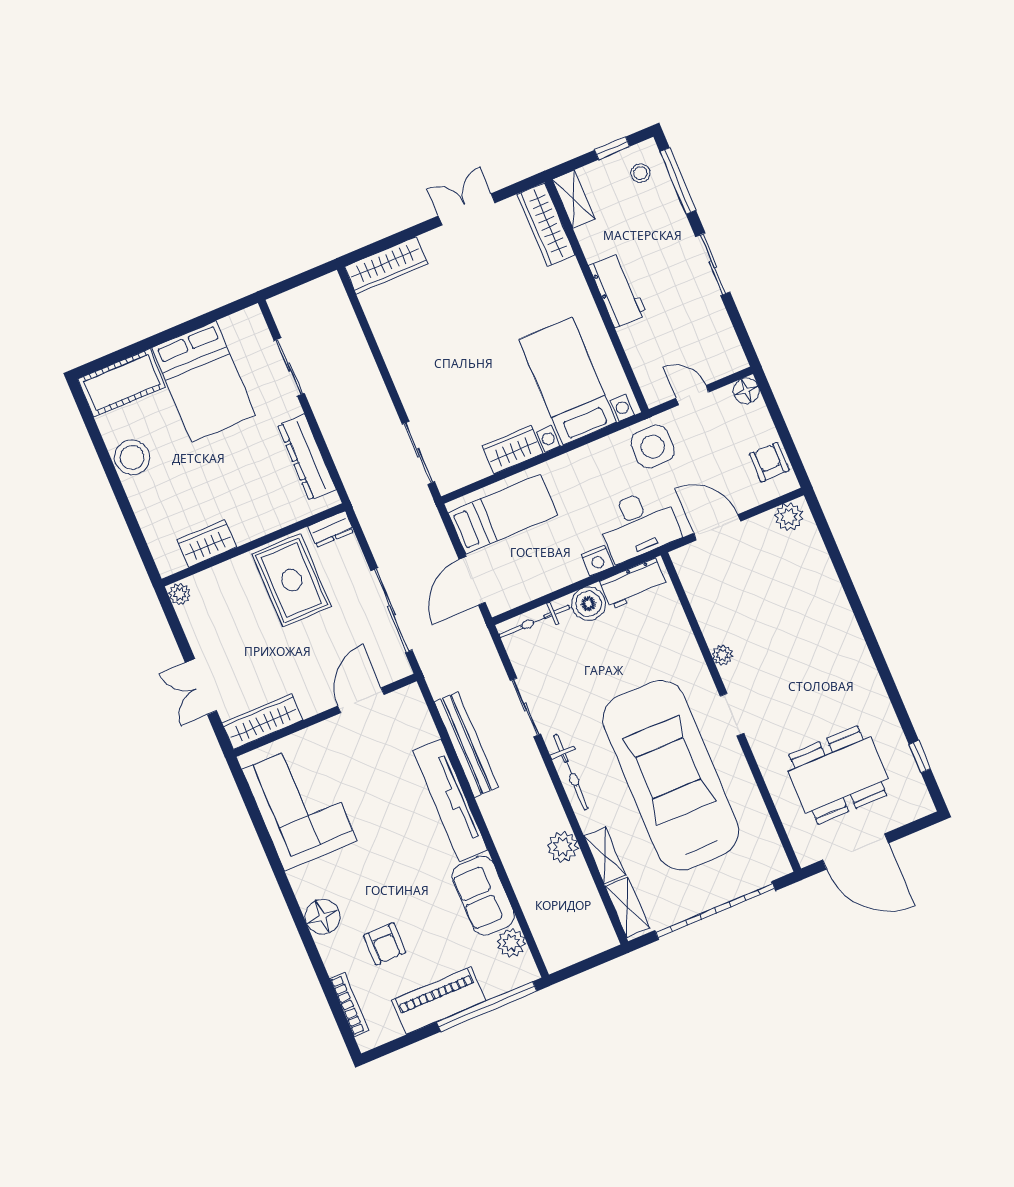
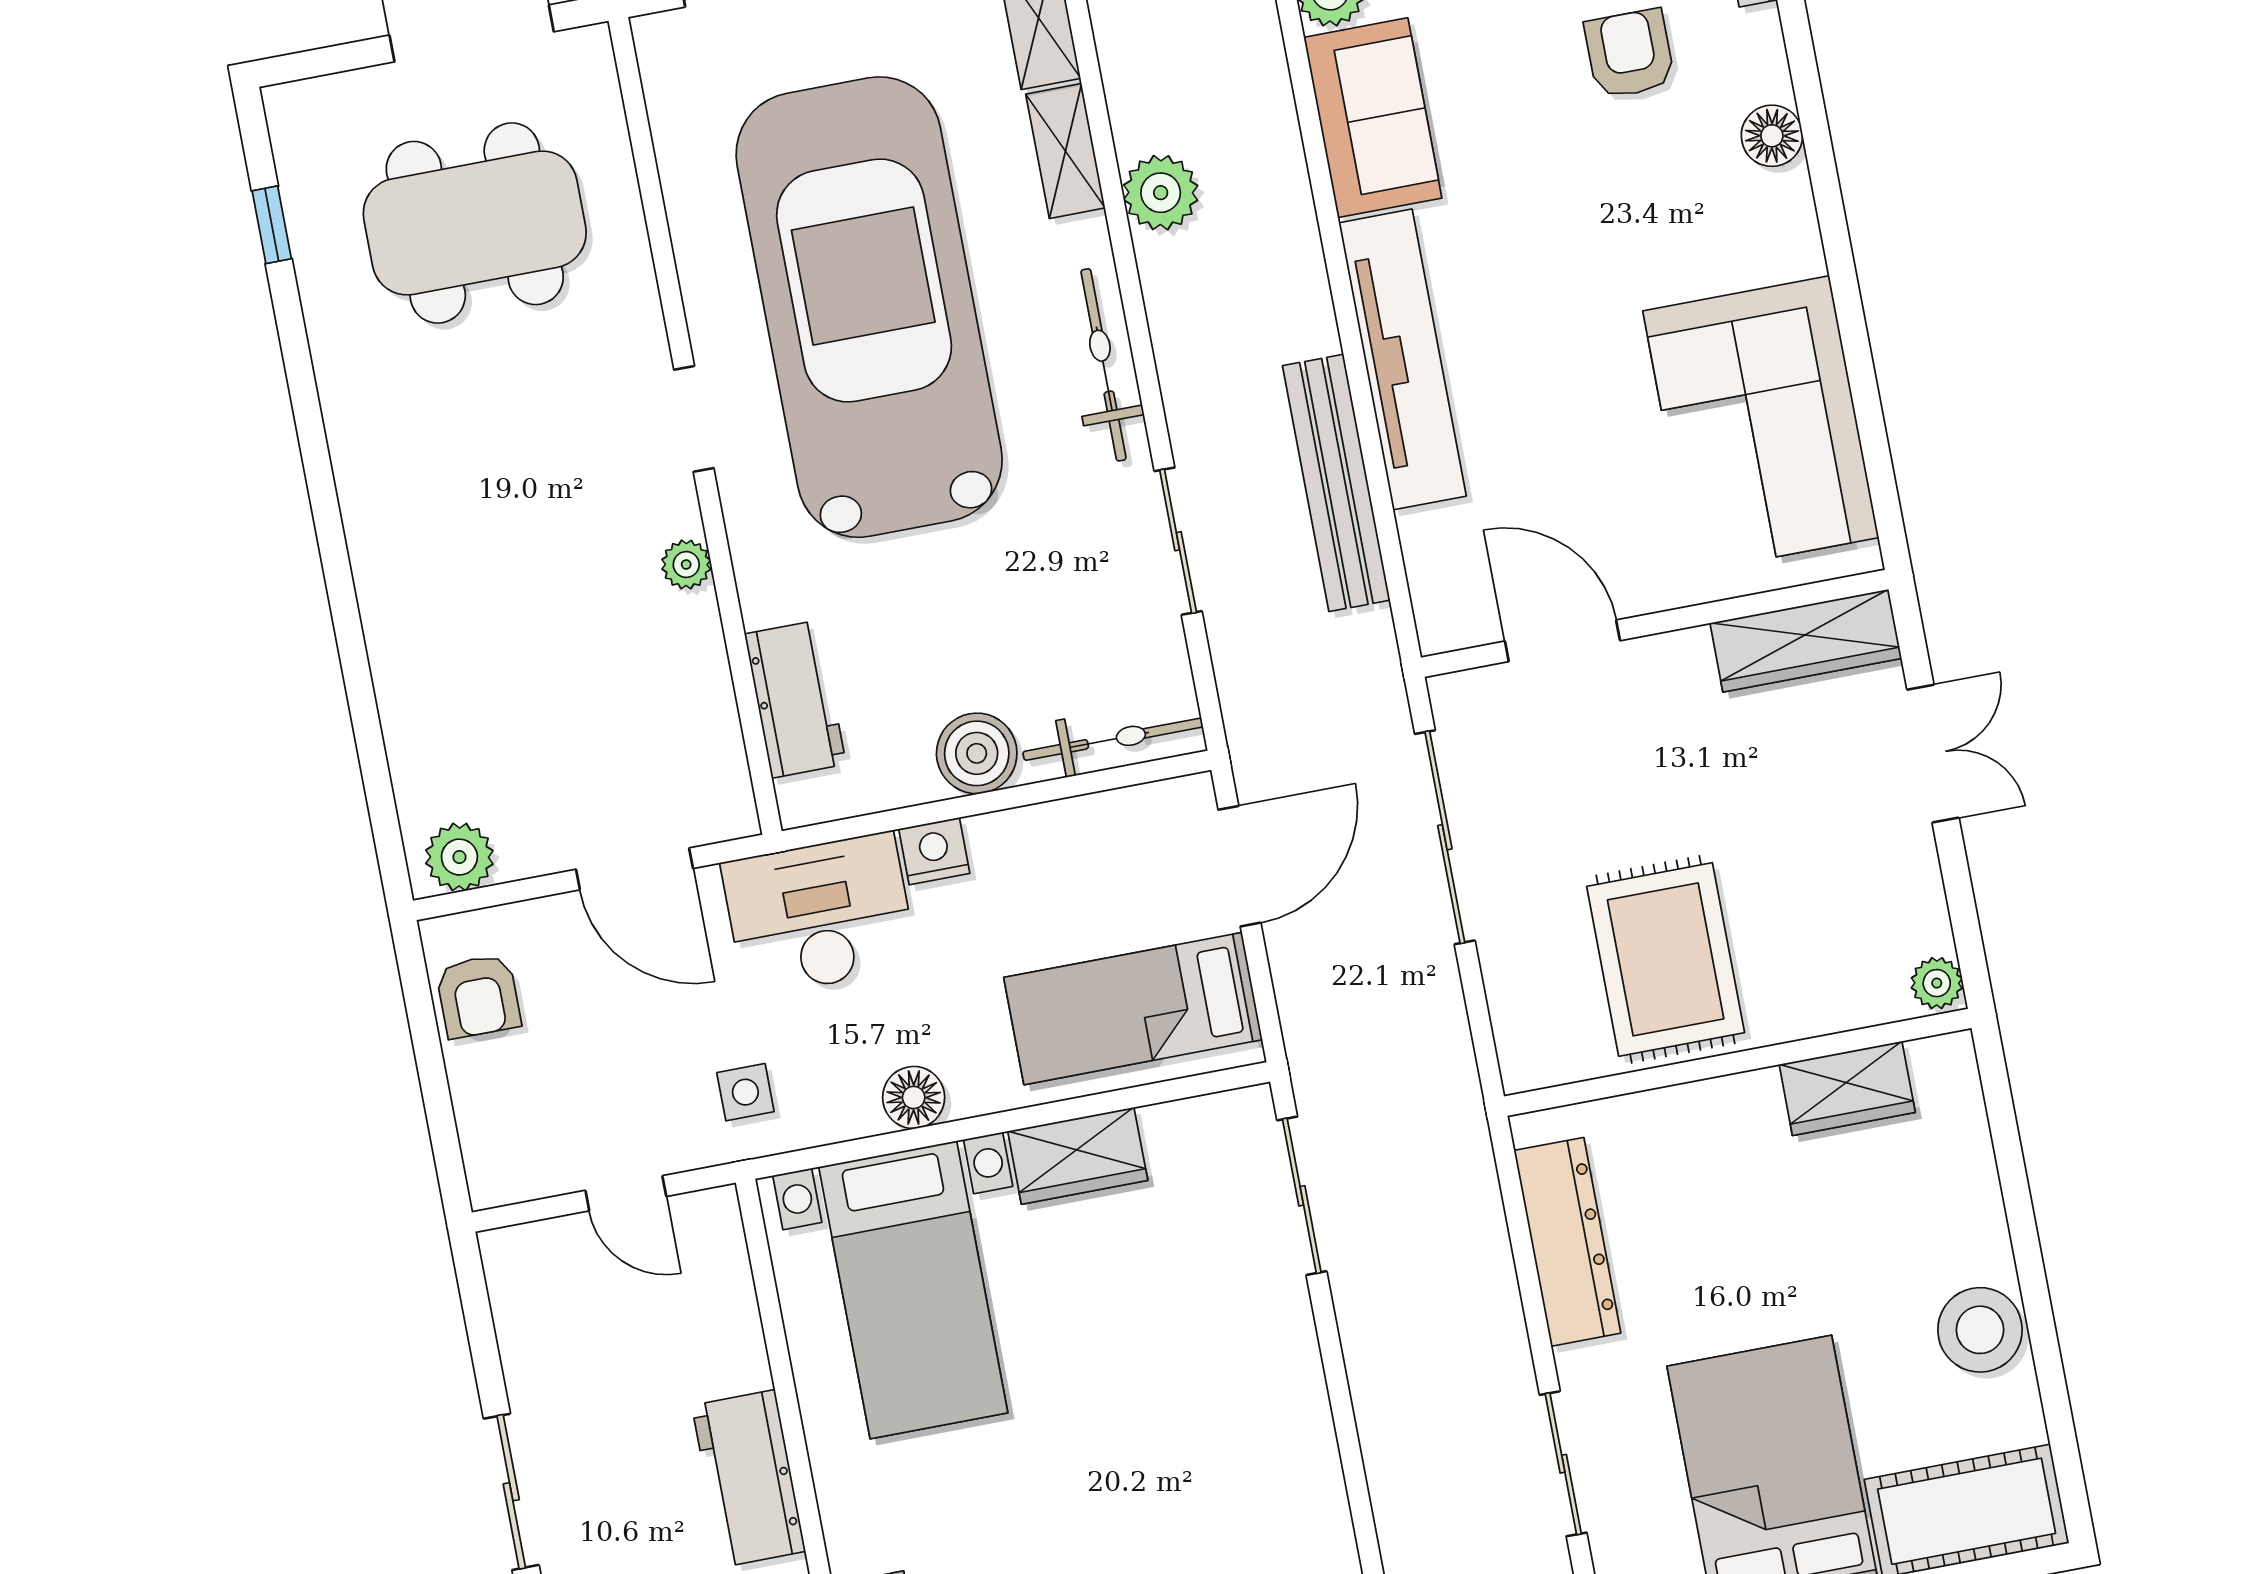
floor lamp: (746, 391) -> (914, 1097), moved
side table: (653, 447) -> (745, 1092), width x0.54, depth x0.54
dresser: (331, 529) -> (1547, 1060), removed
workbench: (633, 584) -> (795, 699), moved, turned 90
door: (361, 700) -> (1562, 641), swing flipped
car: (671, 775) -> (869, 307), turned 180
floor lamp: (323, 917) -> (1772, 136), width x0.73, depth x0.73

